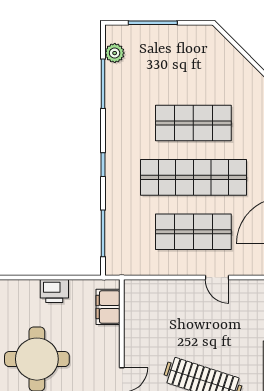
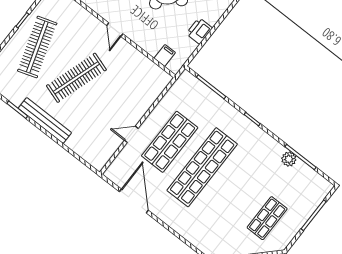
plant: (115, 53) -> (289, 159), moved
shop shelf: (193, 123) -> (267, 218), moved, width x0.70, depth x0.74
filing cabinet: (108, 307) -> (165, 55), width x0.50

